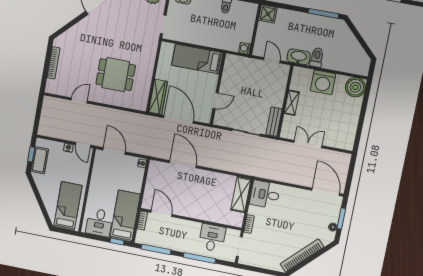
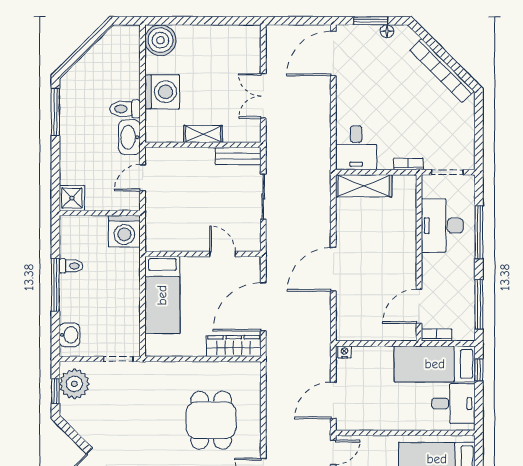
washing machine: (245, 48) -> (124, 231), width x1.89, depth x1.89
door: (183, 164) -> (333, 269), moved
desk: (212, 238) -> (442, 226), width x1.37

